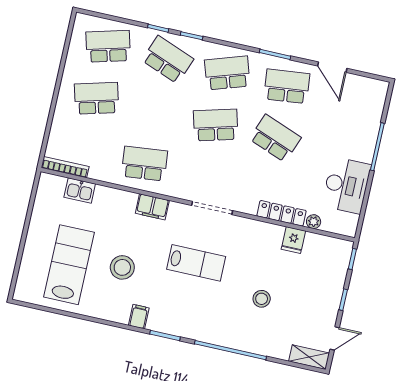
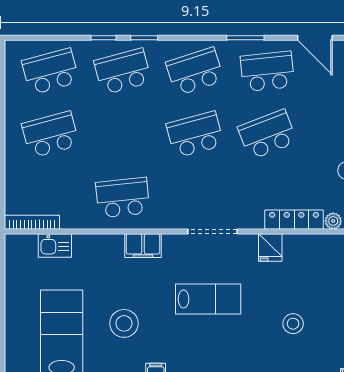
school desk: (168, 60) -> (123, 71), turned -36
school desk: (275, 138) -> (267, 135), turned -42
fridge: (293, 240) -> (270, 247), moved

